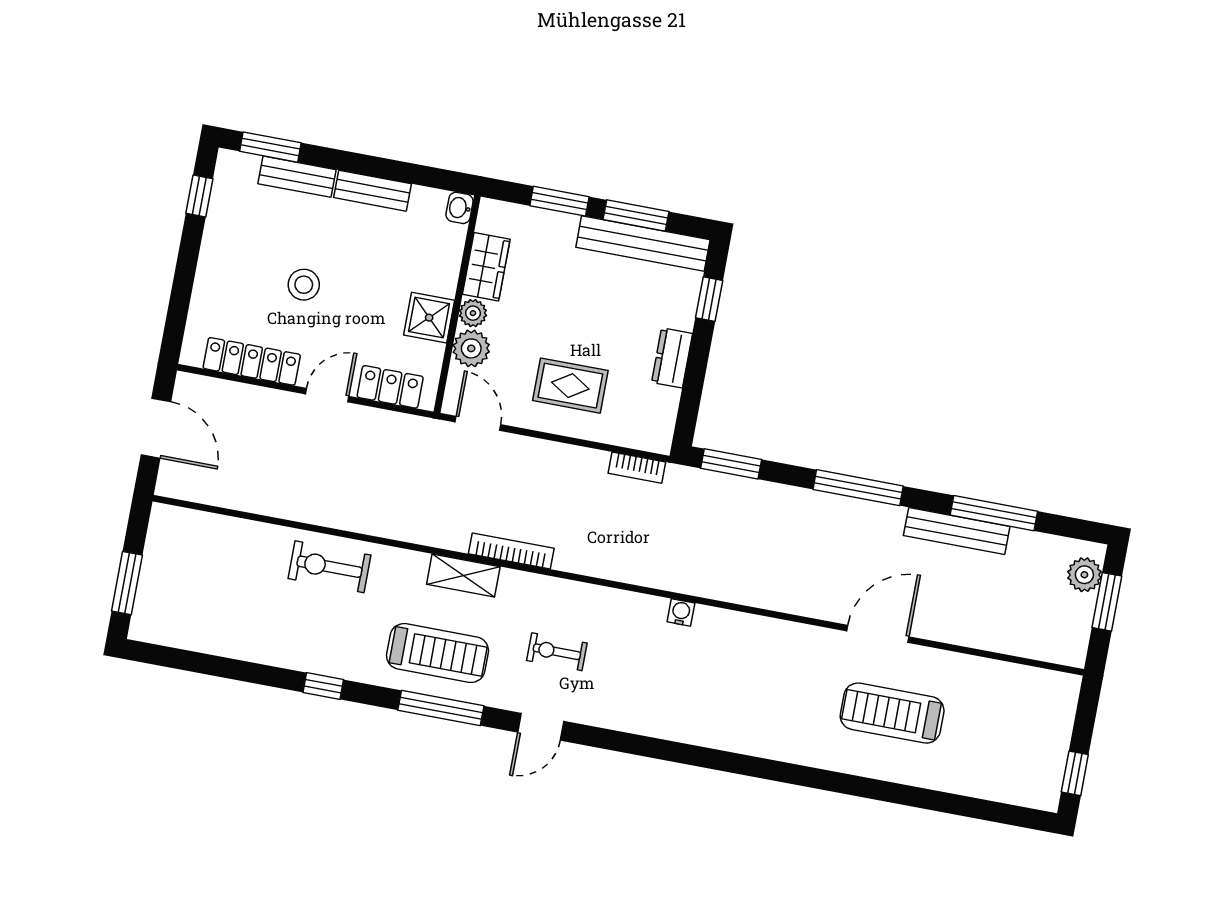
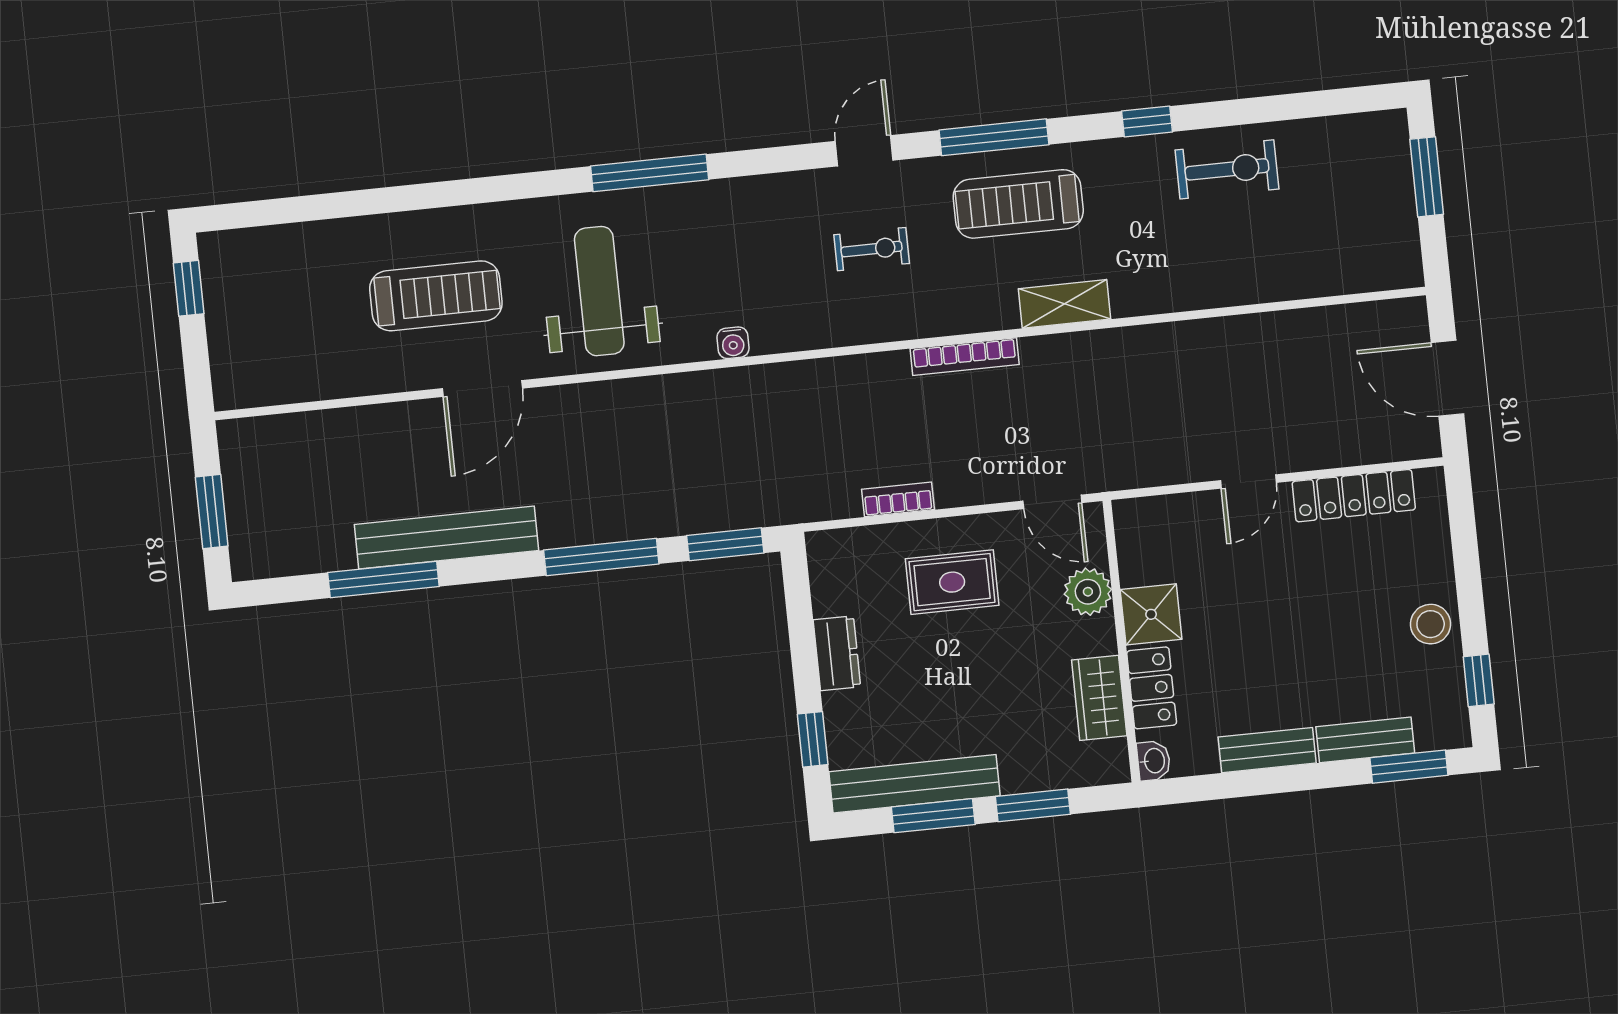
stool: (304, 285) -> (1431, 624), moved
plant: (473, 313) -> (1099, 636), removed
locker: (390, 387) -> (1152, 688), moved, turned -90
bookcase: (637, 468) -> (898, 499), moved
window: (858, 488) -> (601, 557), moved
bench: (957, 531) -> (447, 538), width x1.37, depth x1.21
exercise bike: (329, 567) -> (1227, 169), moved
shelving: (463, 575) -> (1064, 304), moved
plant: (1084, 575) -> (249, 537), removed
weight bench: (769, 681) -> (599, 291), added
window: (706, 758) -> (650, 173), added

